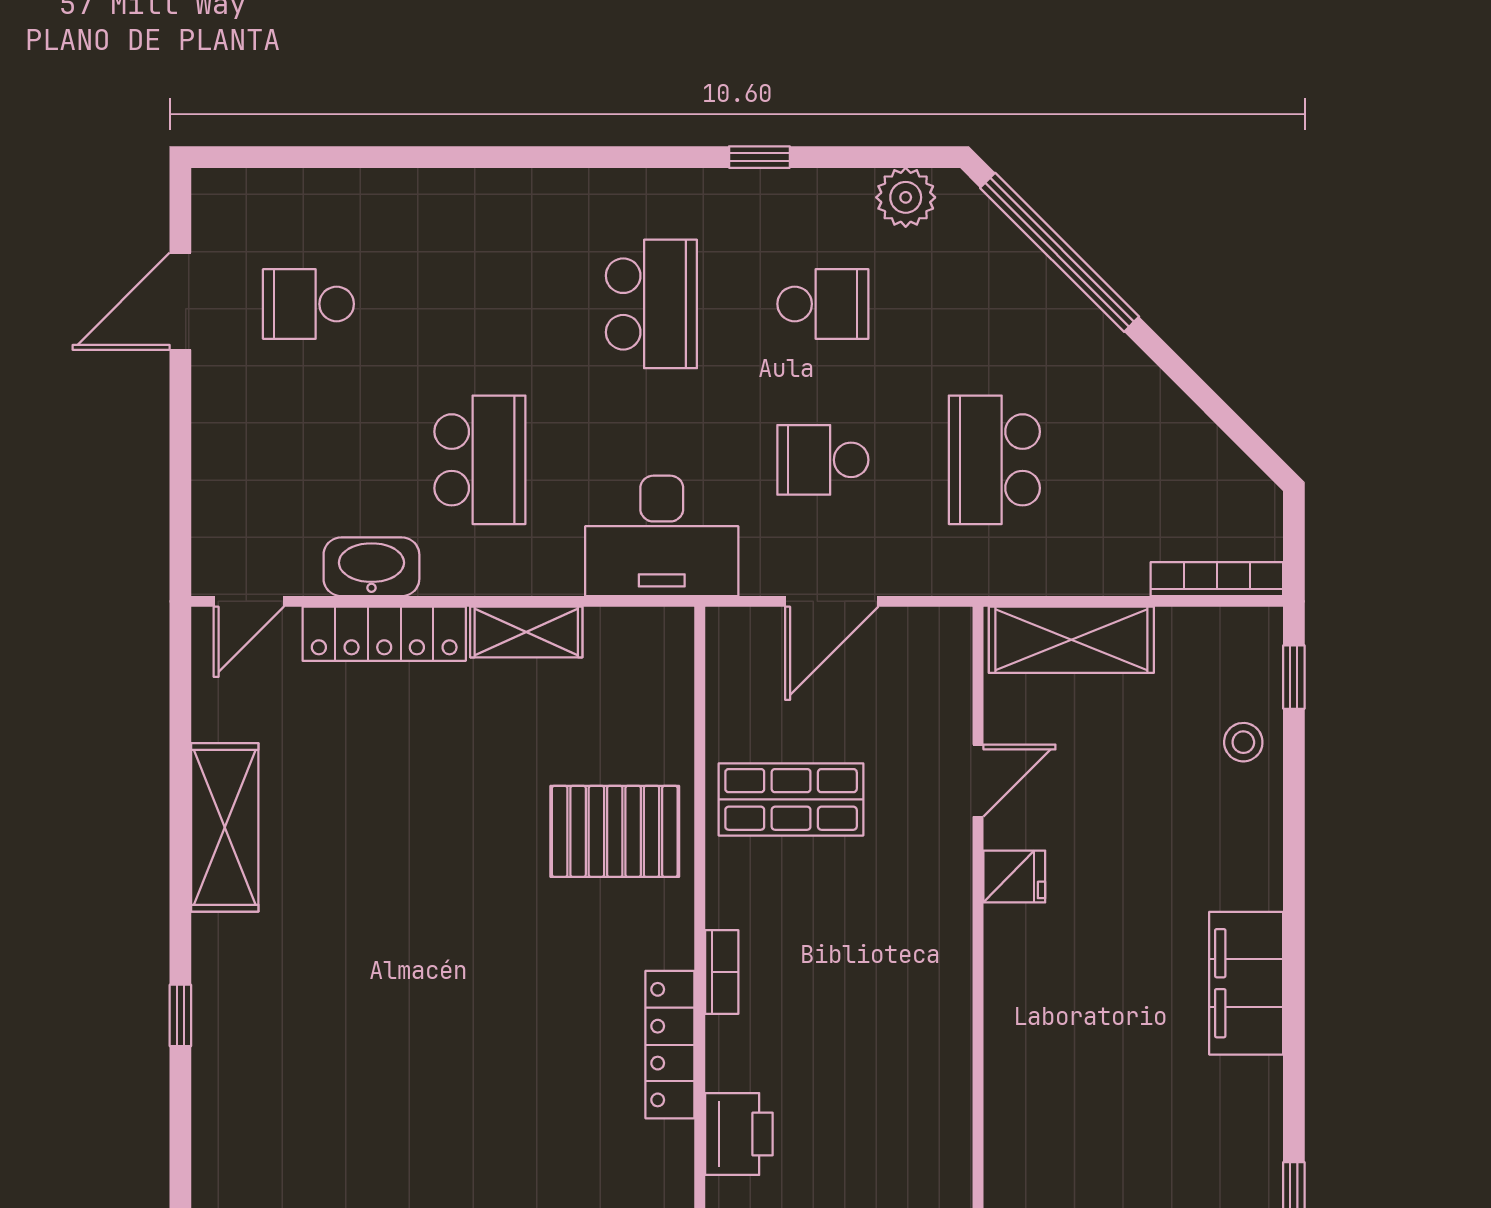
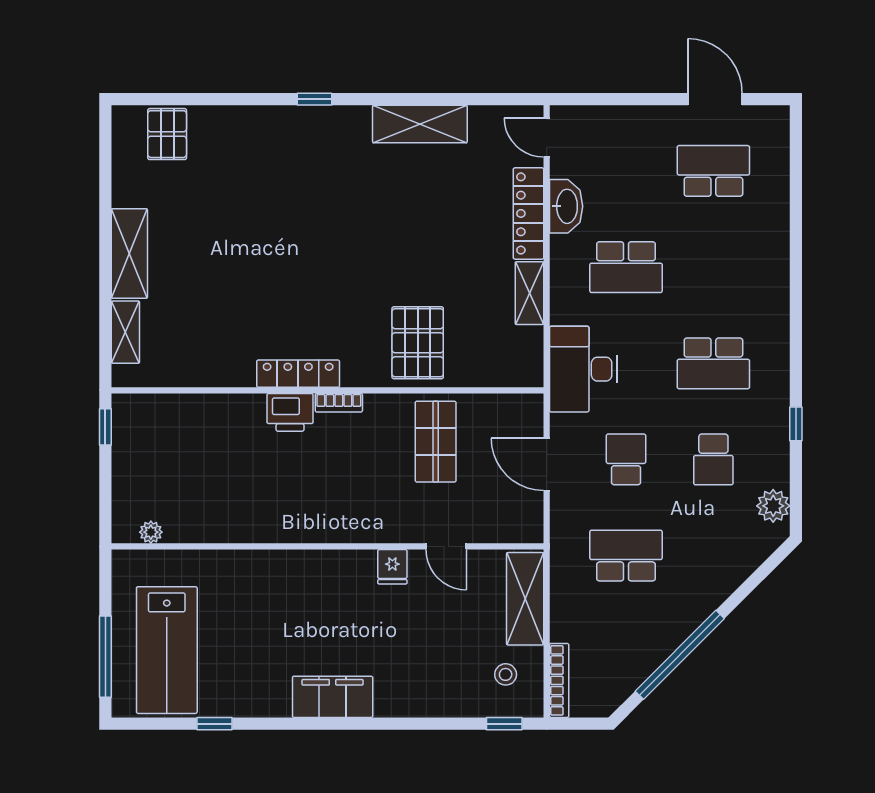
window: (1060, 252) -> (680, 655), moved
school desk: (308, 304) -> (713, 171), width x1.85
stool: (1243, 742) -> (506, 674), moved
printer: (739, 1134) -> (290, 412), moved

